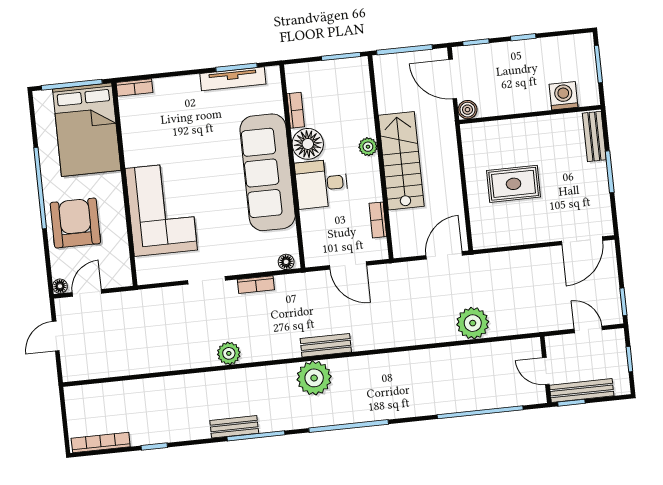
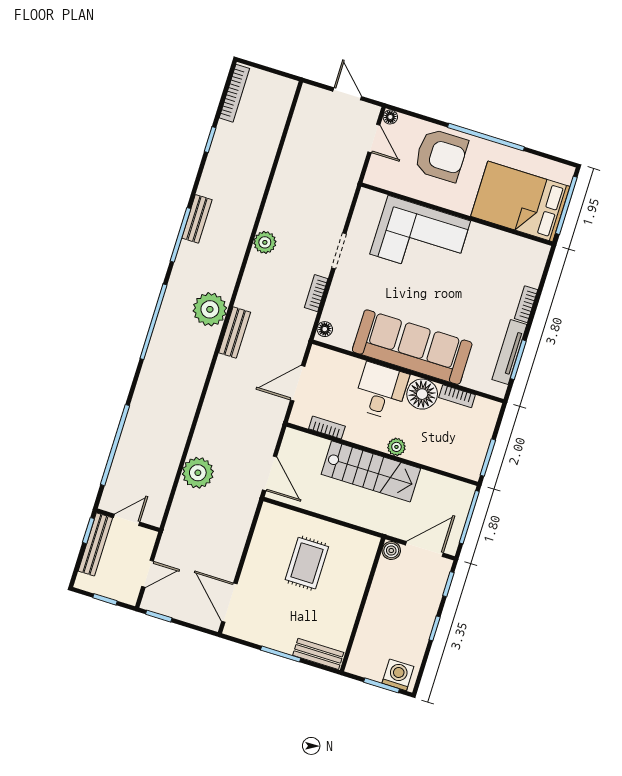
bookcase: (134, 87) -> (526, 304), moved
washing machine: (564, 96) -> (398, 675), moved, turned -90

